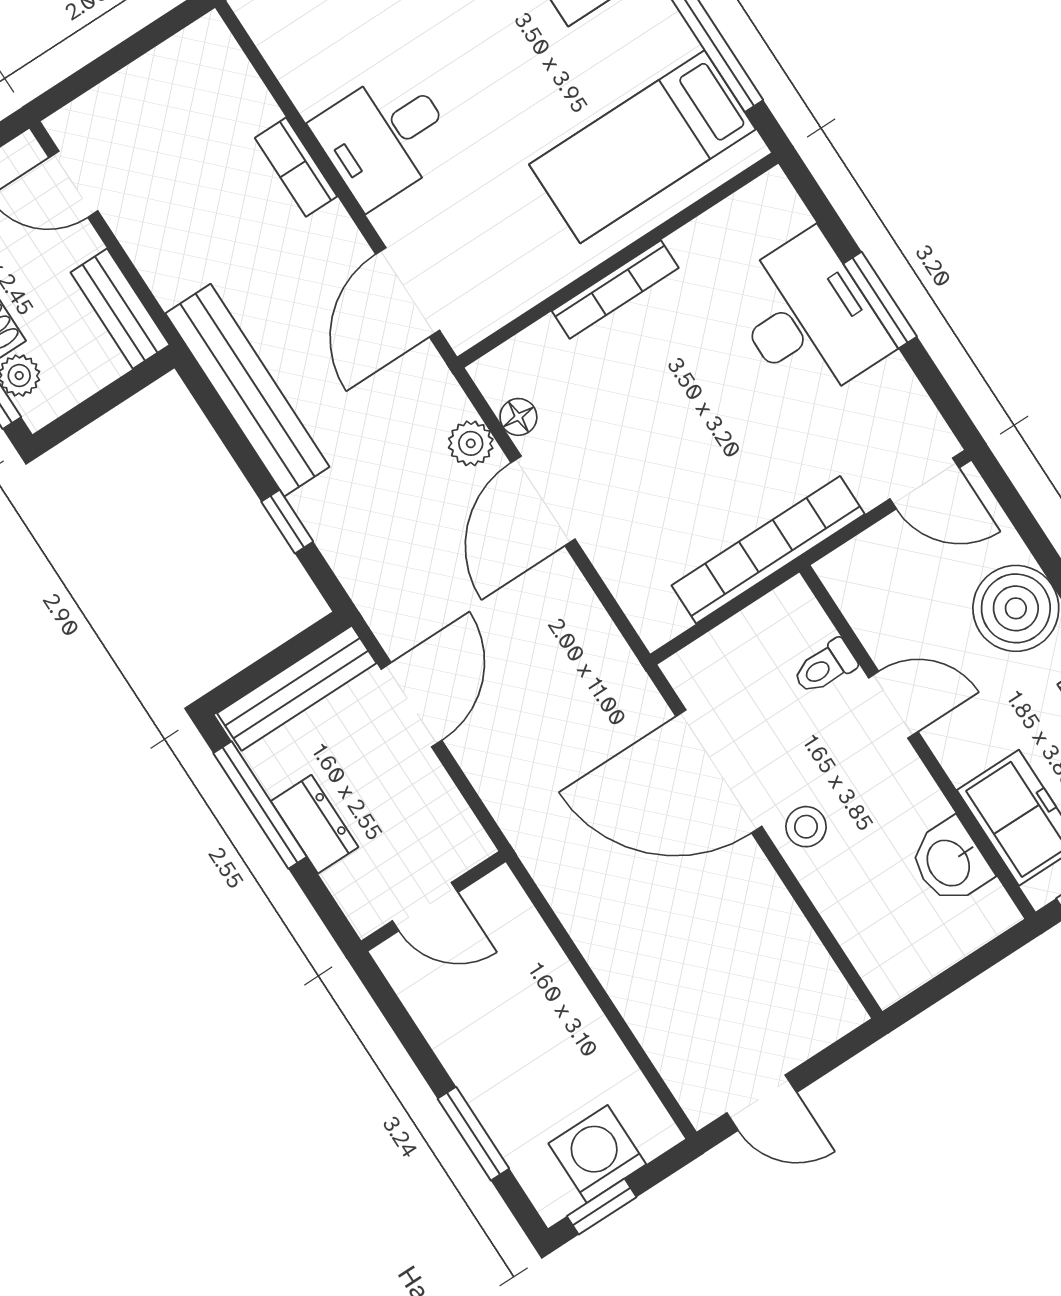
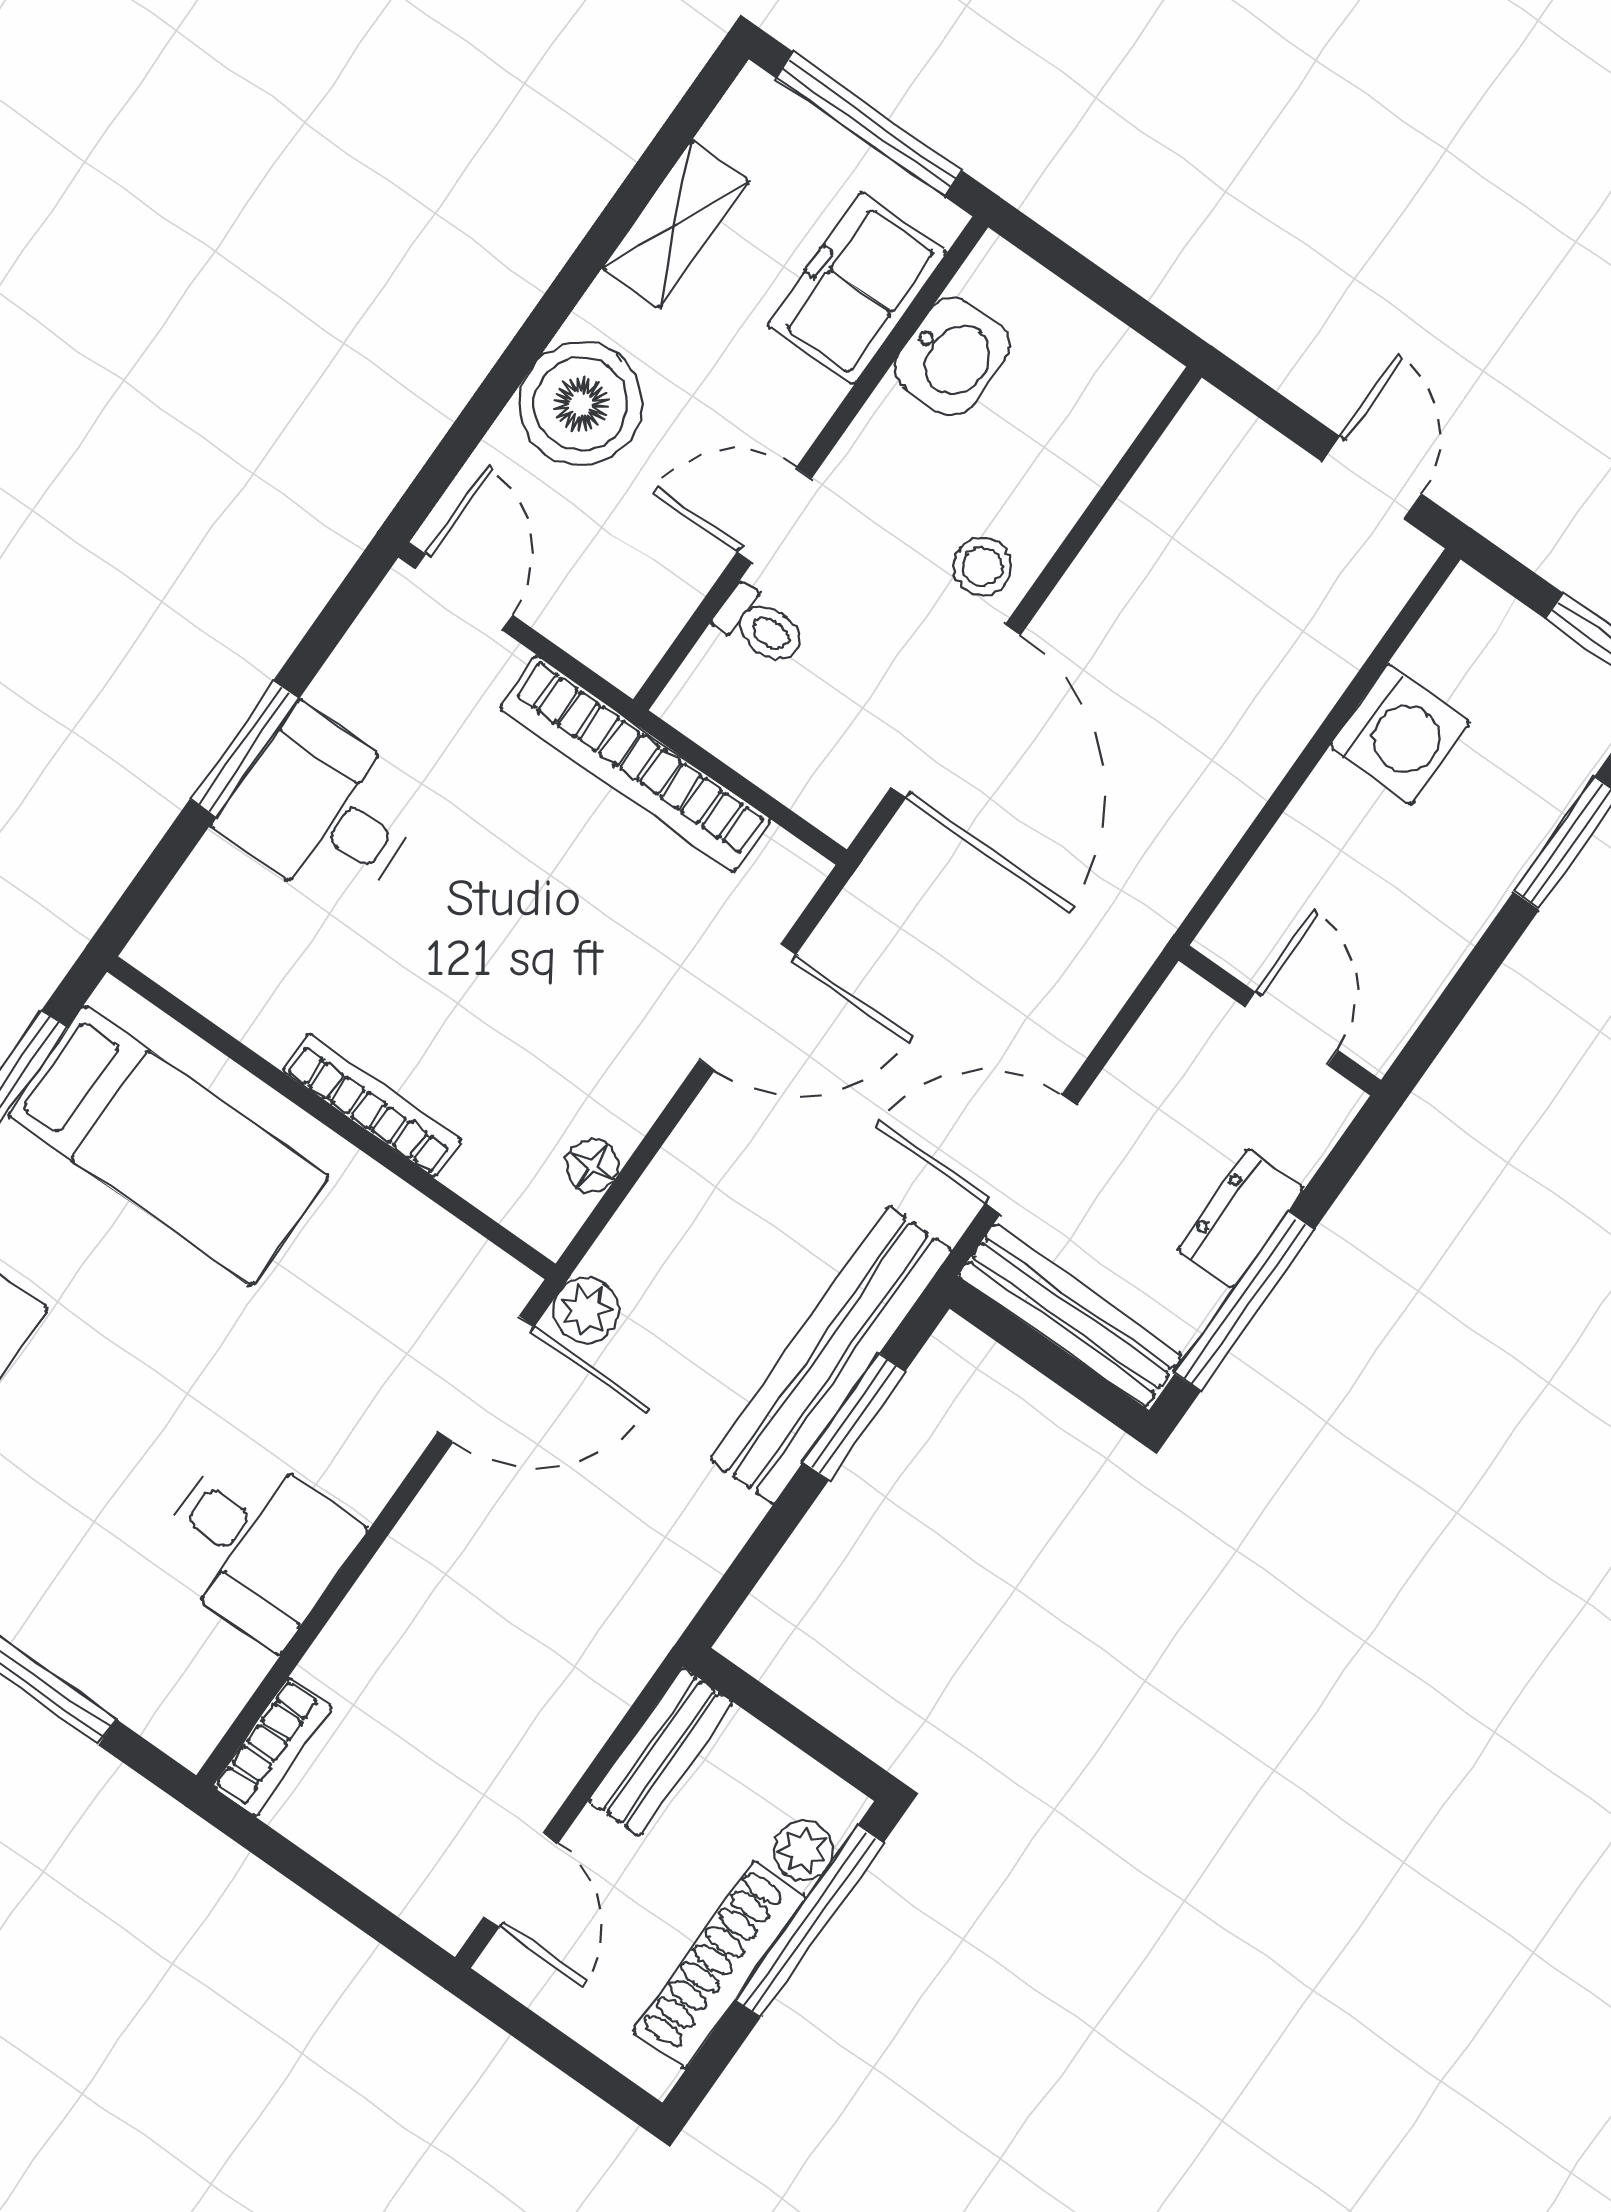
desk: (385, 137) -> (256, 1544), moved
bookcase: (296, 167) -> (272, 1747), moved
desk: (808, 318) -> (323, 811), width x0.73
bench: (247, 390) -> (831, 1355), moved
plant: (471, 443) -> (586, 1310), moved
door: (543, 501) -> (748, 1007), moved
window: (287, 522) -> (854, 1417), width x1.50
door: (893, 705) -> (774, 515), hinge flipped
washing machine: (597, 1154) -> (1400, 734), moved, turned -90

